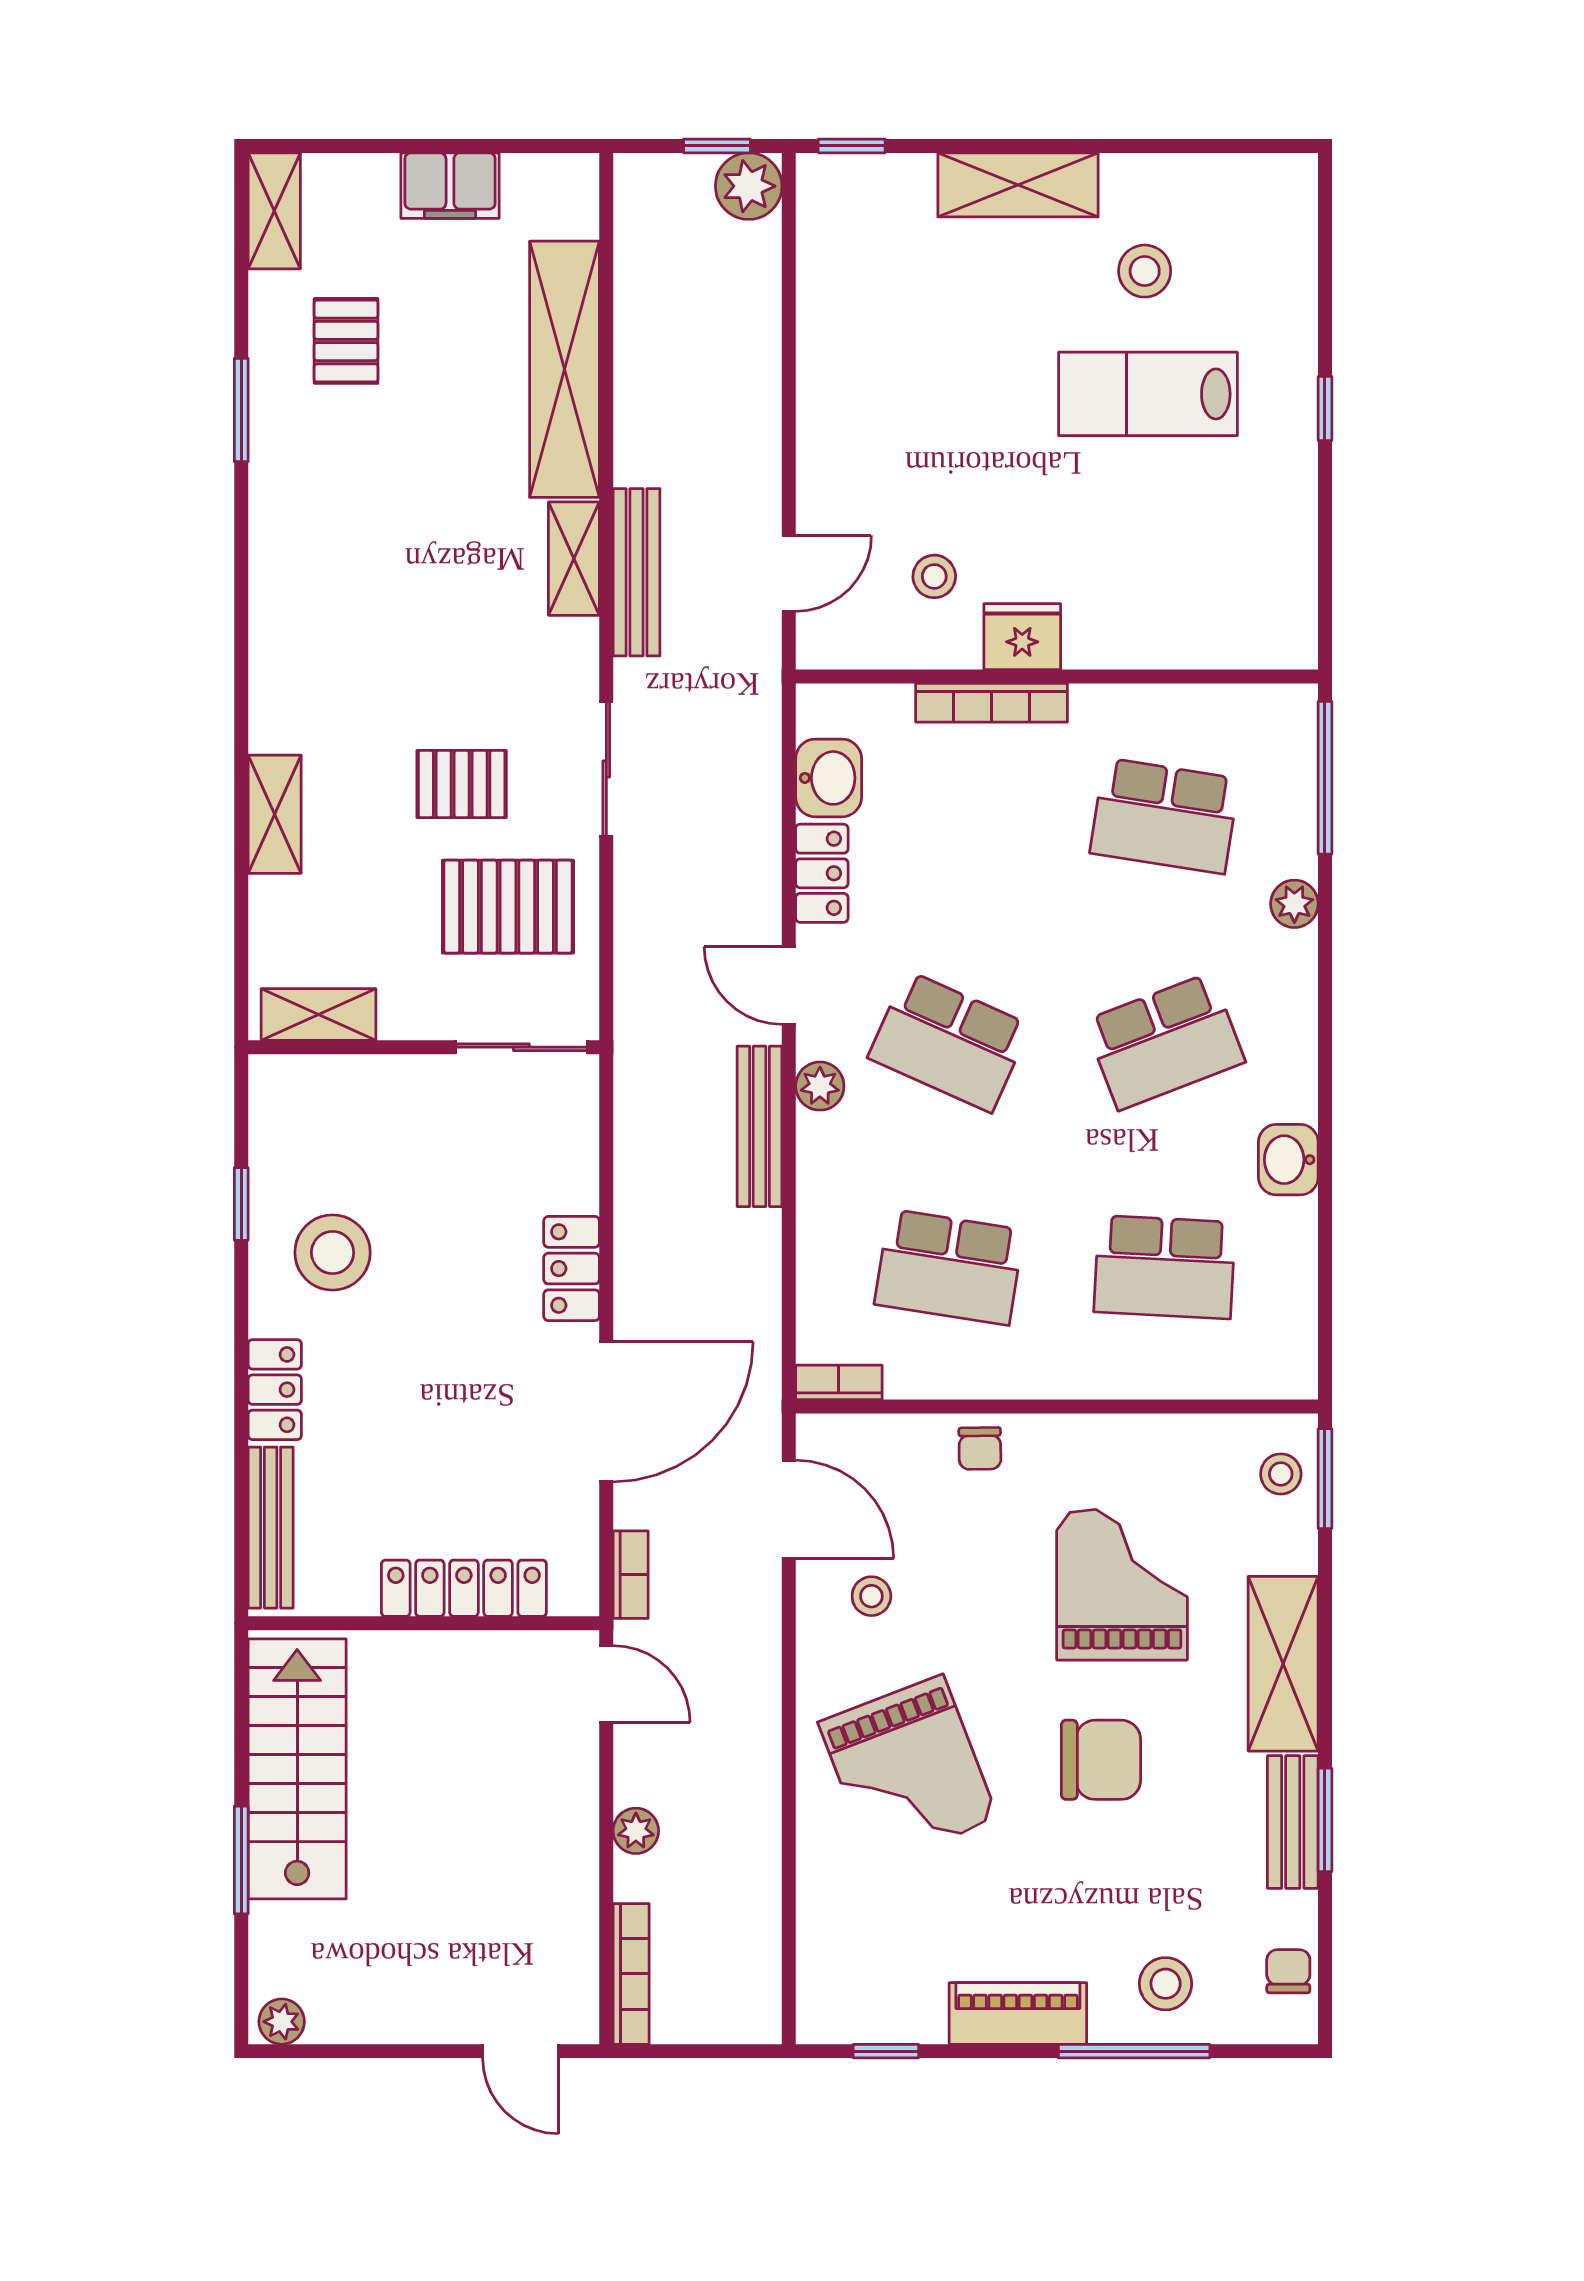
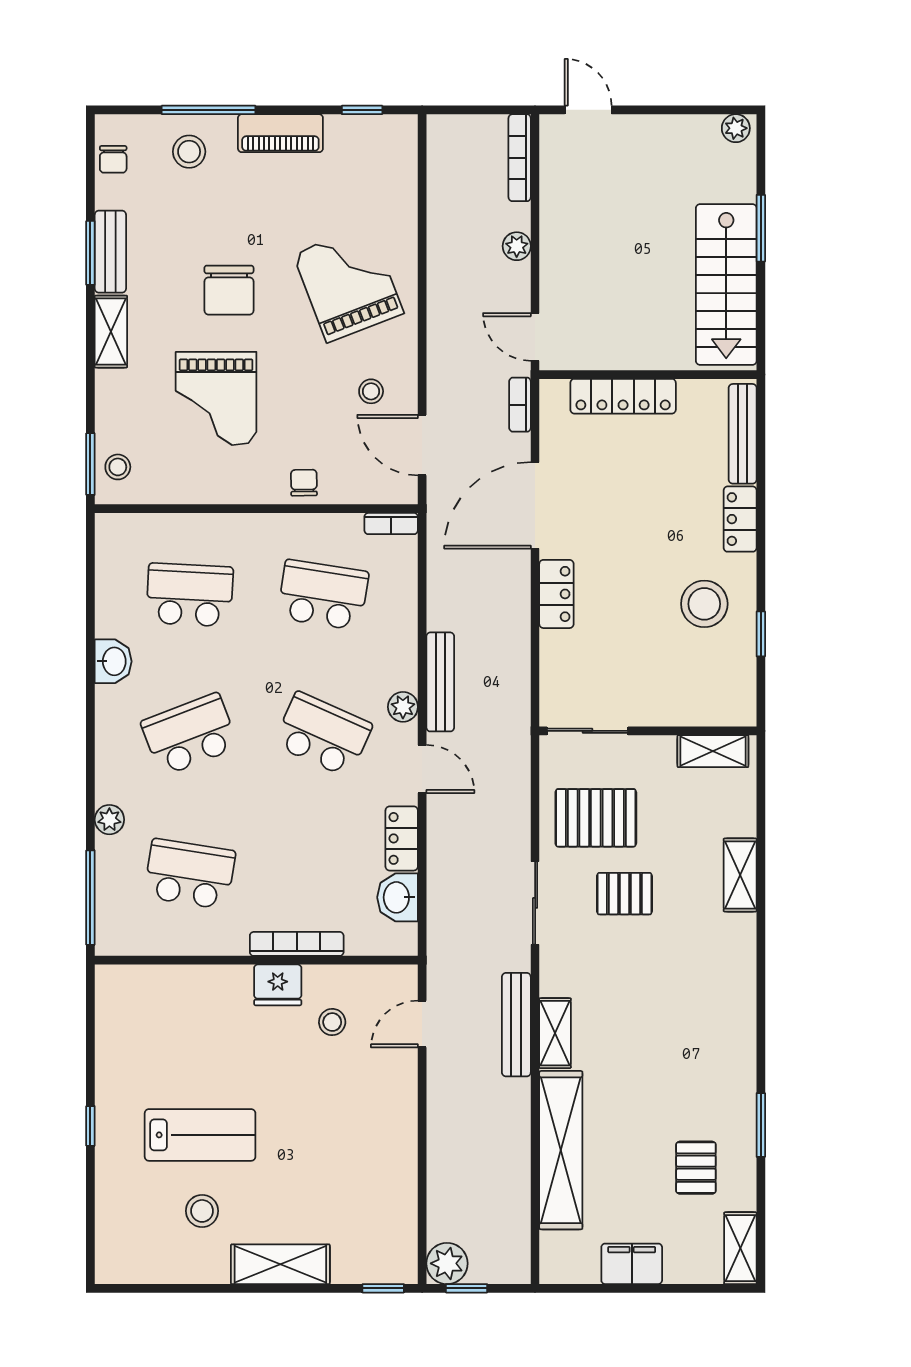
shelving: (1283, 1664) -> (111, 332), width x0.67, depth x0.75
chair: (1101, 1760) -> (229, 290), turned -90

